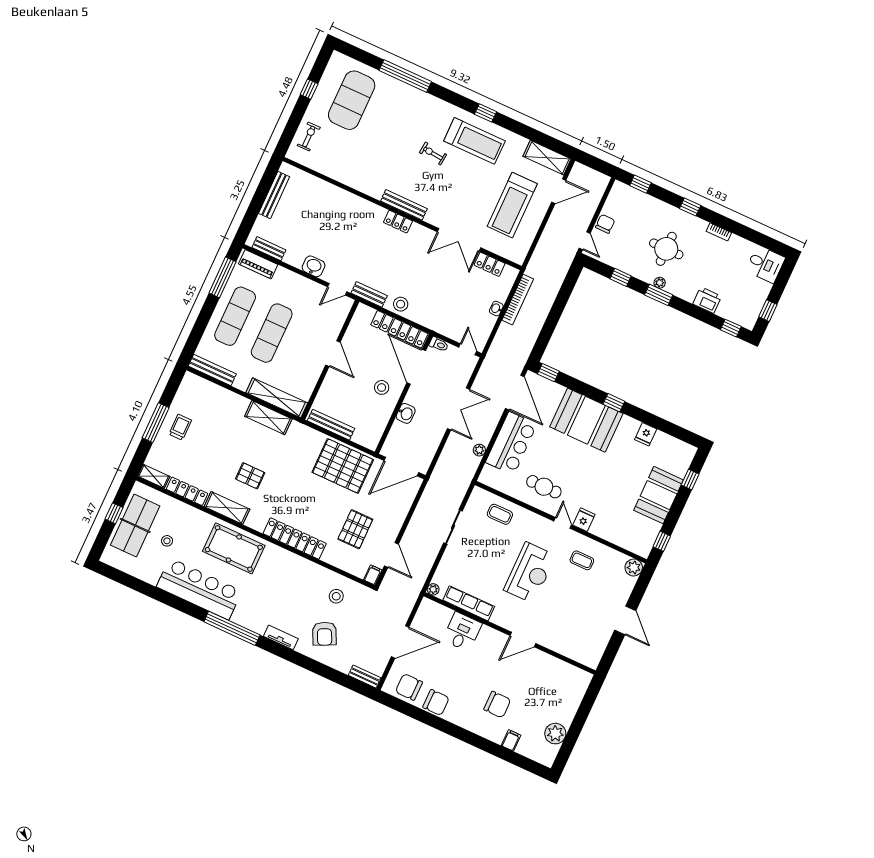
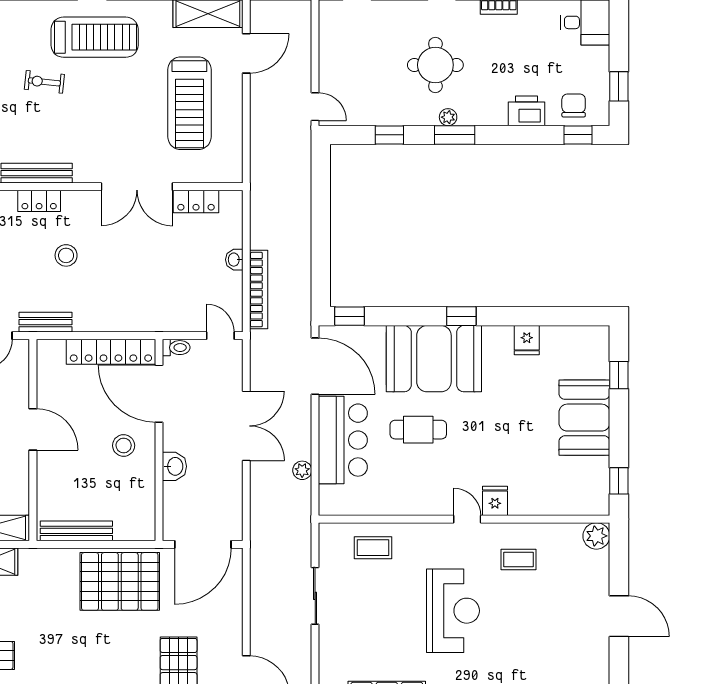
chair: (605, 224) -> (574, 105), moved
bookcase: (518, 300) -> (259, 290), moved
stool: (401, 304) -> (66, 255), moved
cafe table: (544, 487) -> (418, 430), moved

